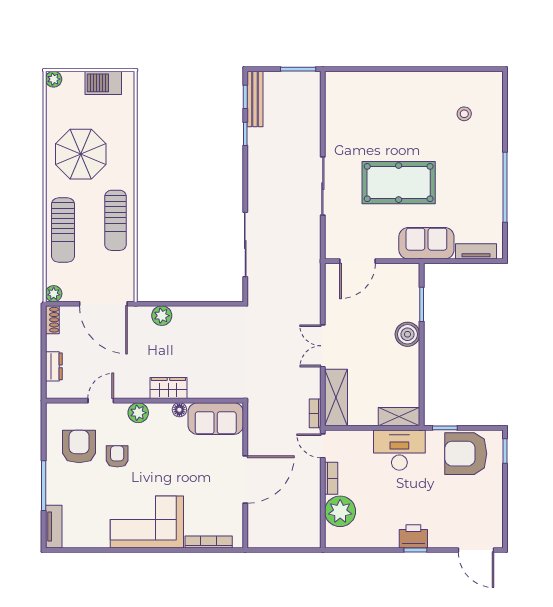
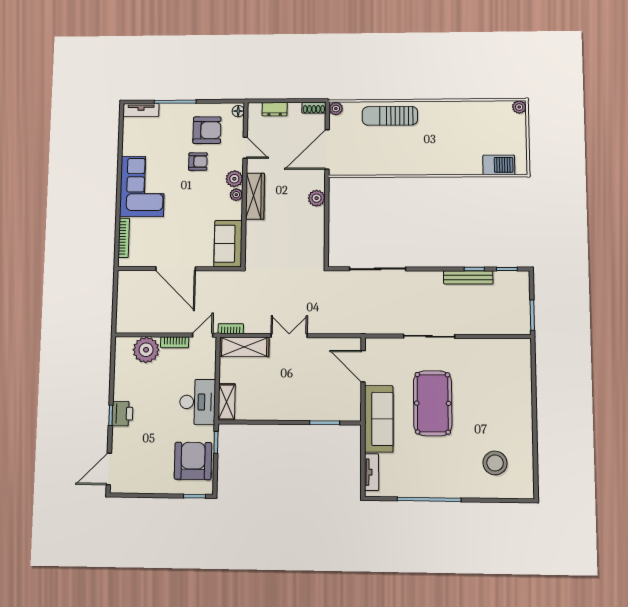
barbecue: (103, 83) -> (499, 165), moved, turned 90
bench: (255, 99) -> (468, 277), moved
stool: (464, 114) -> (495, 463), width x1.89, depth x1.89
parasol: (81, 154) -> (455, 130), removed
sun lounger: (116, 220) -> (398, 159), removed
sofa: (426, 243) -> (379, 419), width x1.36
boiler: (407, 334) -> (298, 410), removed
wardrobe: (168, 388) -> (255, 196), width x1.50
plant: (157, 410) -> (236, 195), added
floor lamp: (179, 410) -> (238, 111), moved

